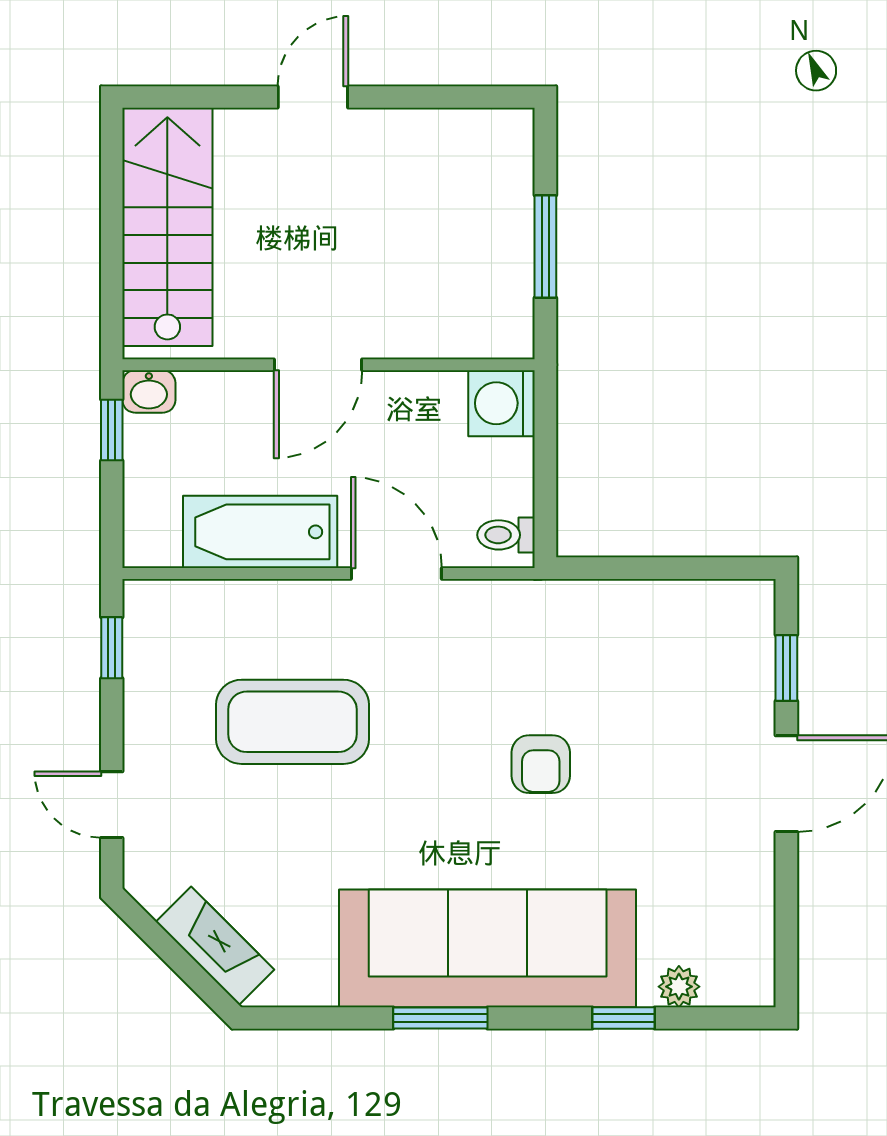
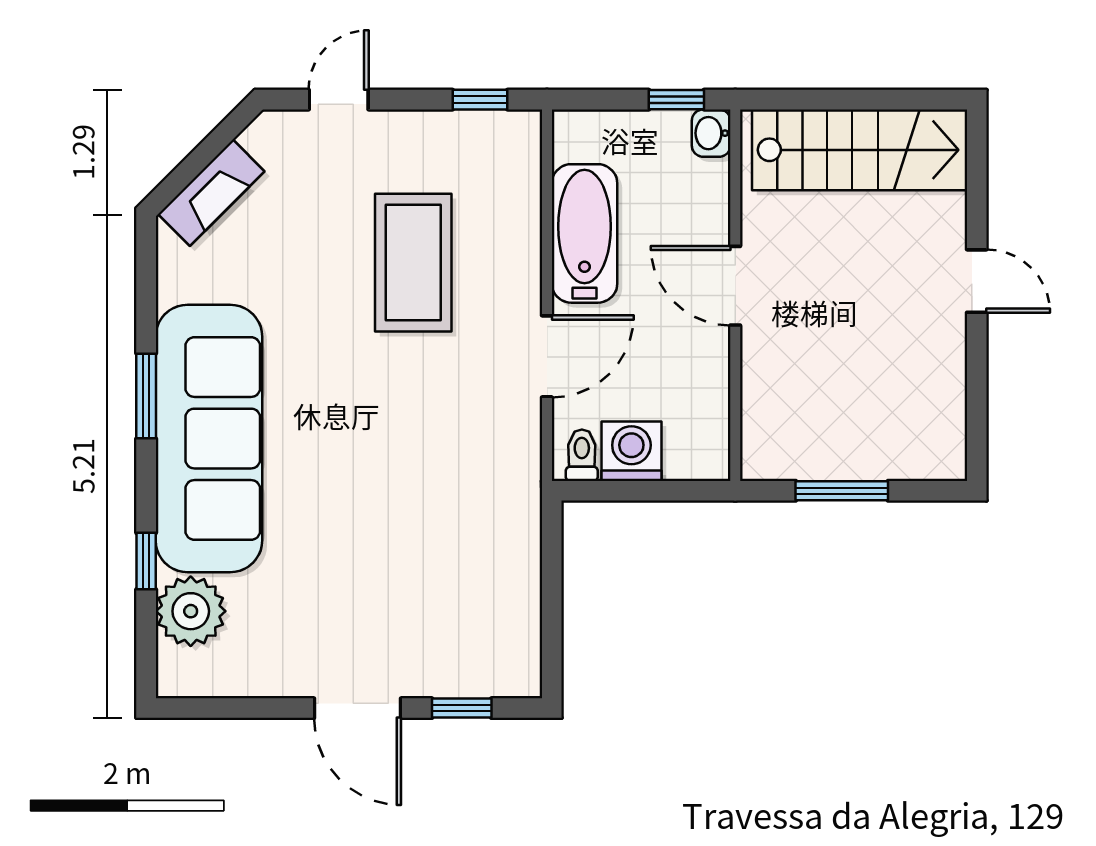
washing machine: (502, 403) -> (631, 451), moved
armchair: (541, 764) -> (375, 487), removed
plant: (679, 987) -> (191, 611), width x1.87, depth x1.87

